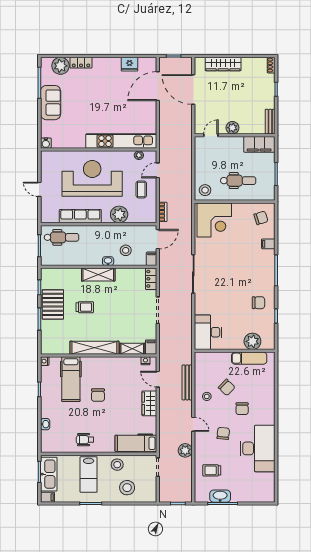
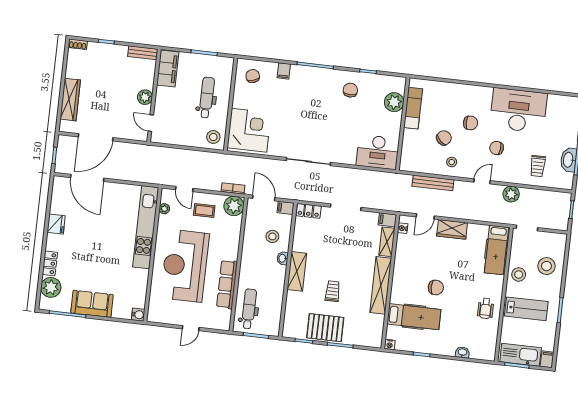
fridge: (130, 64) -> (56, 224), moved
plant: (119, 214) -> (234, 206), moved

